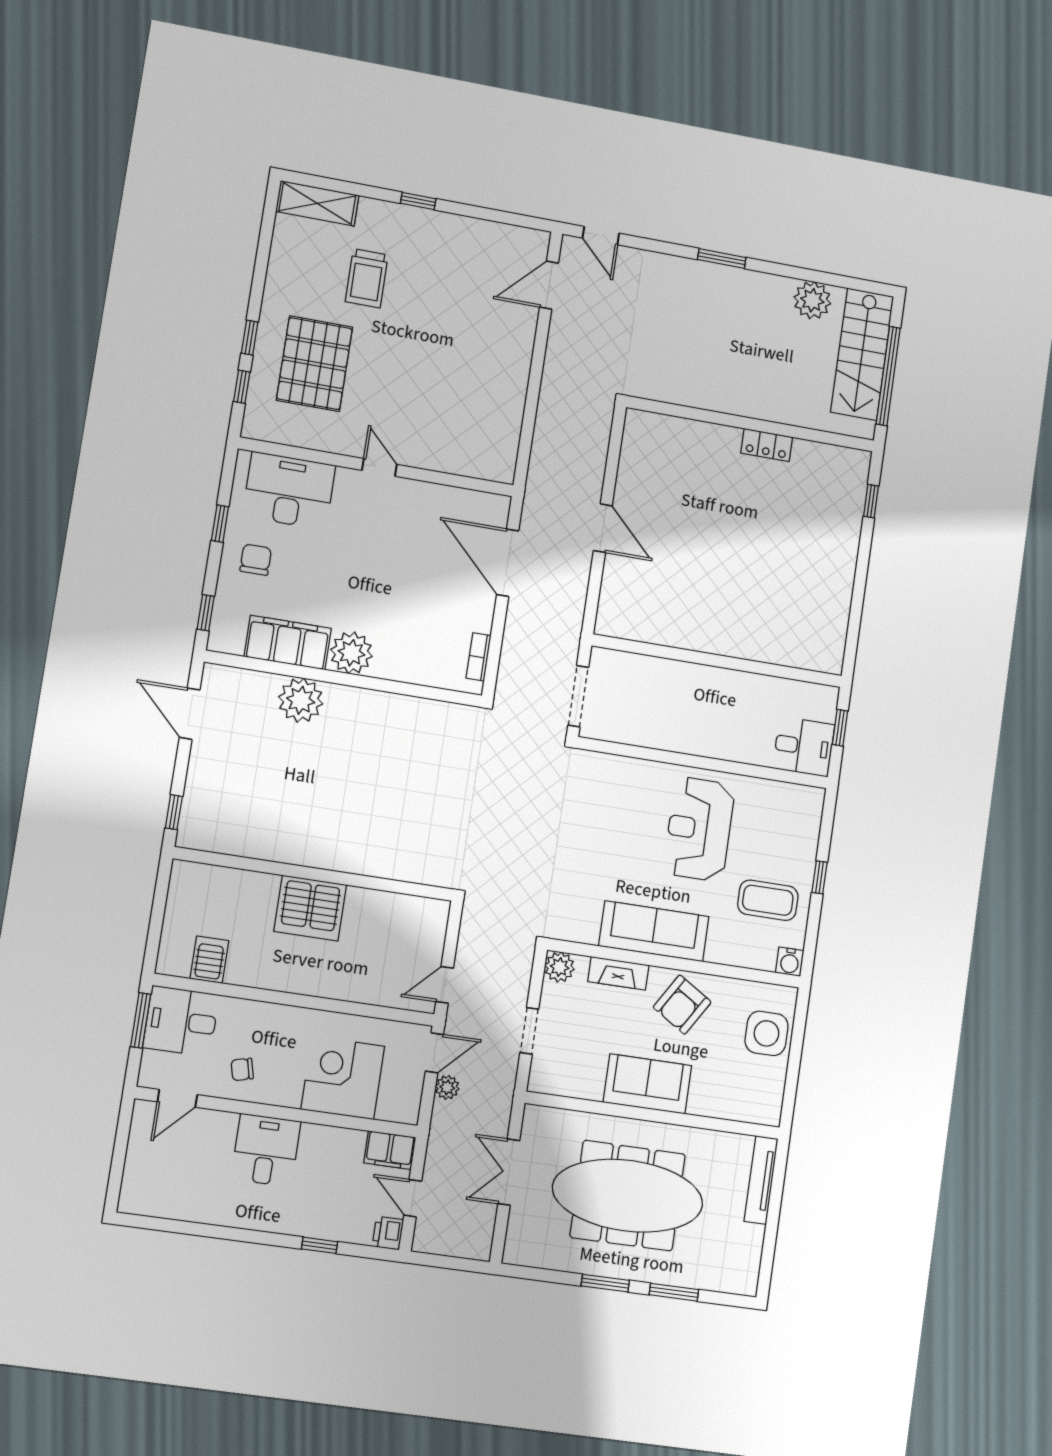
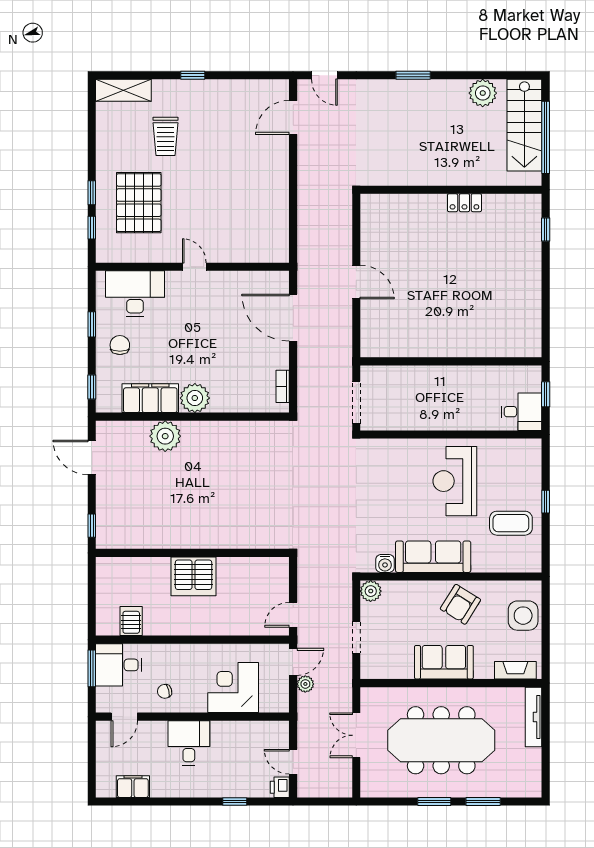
water cooler: (790, 962) -> (385, 563), moved
fireplace: (618, 973) -> (515, 670), moved, turned 180
filing cabinet: (390, 1150) -> (133, 787), moved, turned 180

